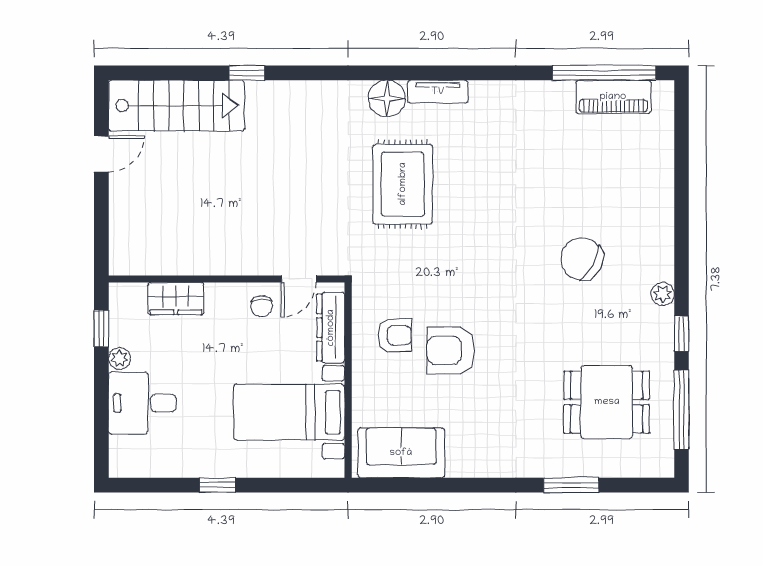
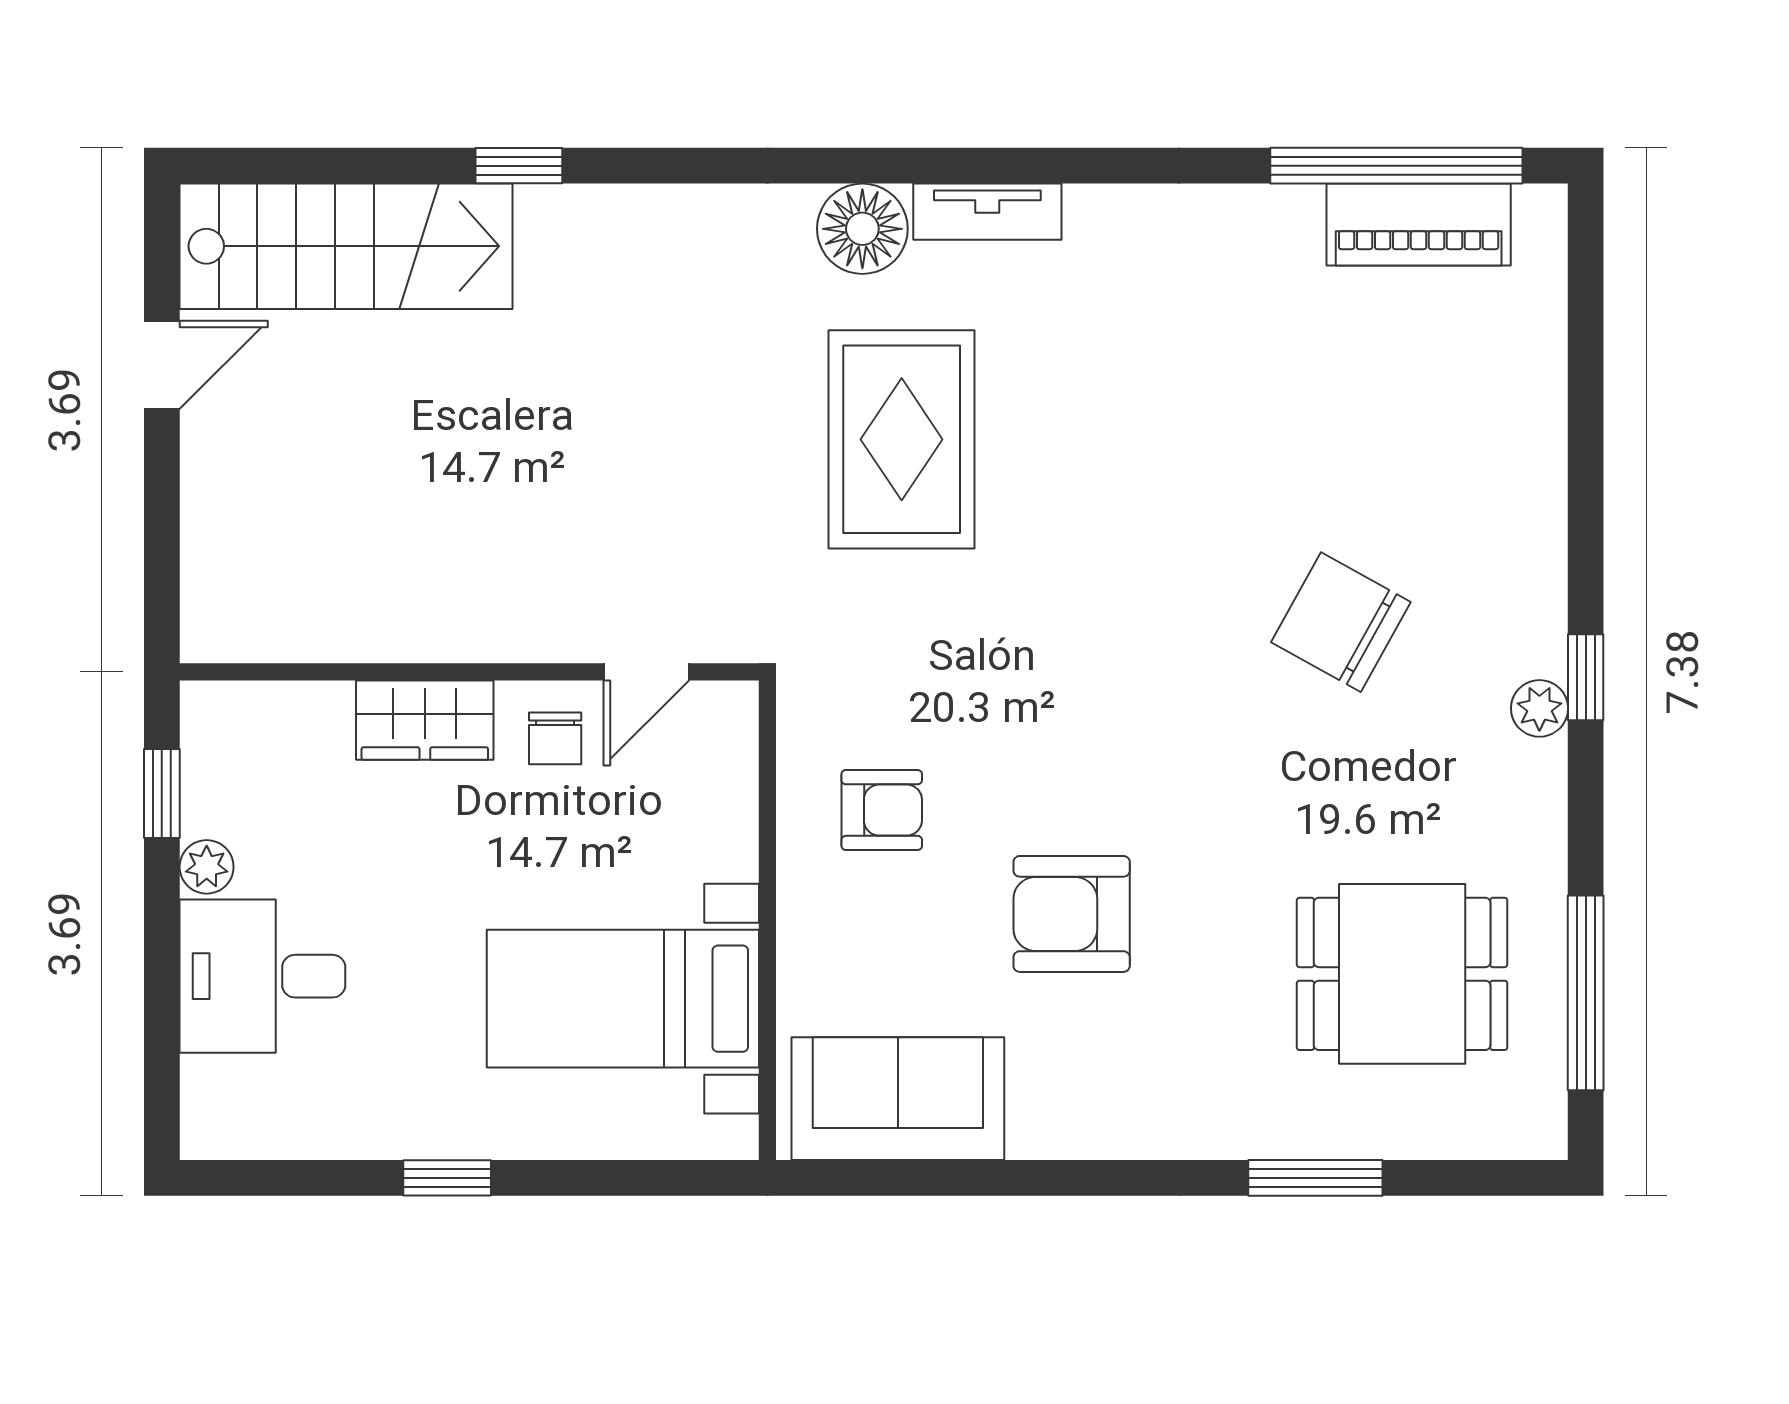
wardrobe: (176, 299) -> (425, 720), moved
dresser: (331, 328) -> (725, 791), removed
window: (681, 334) -> (1586, 677), moved
armchair: (451, 351) -> (1072, 914), moved

